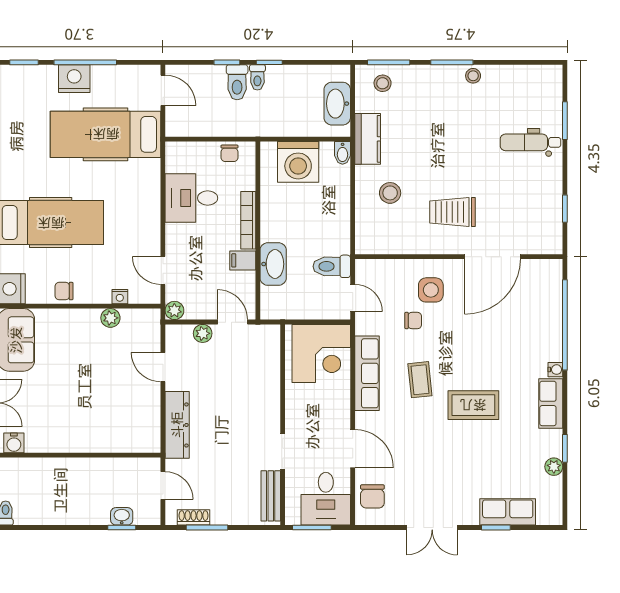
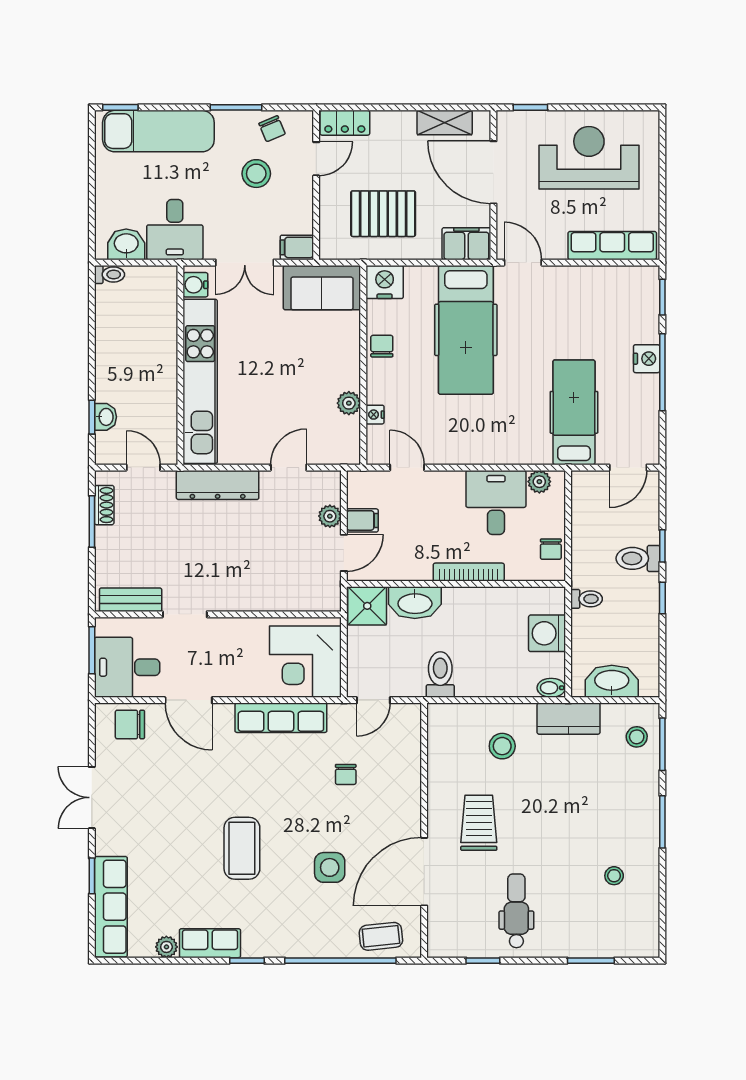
stool: (473, 76) -> (614, 876), moved
toilet: (257, 77) -> (587, 599), moved, turned 180
nightstand: (74, 79) -> (647, 359), width x0.74, depth x0.75
hospital bed: (106, 134) -> (574, 412), width x0.73, depth x0.78
dental chair: (531, 142) -> (516, 911), moved
chair: (229, 153) -> (551, 549), turned -90
washing machine: (298, 162) -> (547, 633), width x0.73, depth x0.73
door: (492, 257) -> (424, 872), hinge flipped
filing cabinet: (243, 260) -> (362, 520), moved, turned 90
toilet: (332, 266) -> (440, 675), moved
door: (163, 270) -> (407, 468), hinge flipped
side table: (431, 290) -> (330, 867), moved
shower: (276, 303) -> (367, 606), added
plant: (174, 310) -> (539, 482), moved
water cooler: (555, 370) -> (286, 949), removed
coffee table: (420, 380) -> (381, 936), moved
row of seats: (551, 403) -> (210, 943), moved
kitchen unit: (93, 439) -> (200, 381), added
window: (565, 448) -> (247, 961), moved
door: (353, 449) -> (189, 700), hinge flipped
door: (163, 486) -> (143, 468), swing flipped
row of seats: (508, 512) -> (111, 907), width x1.48

